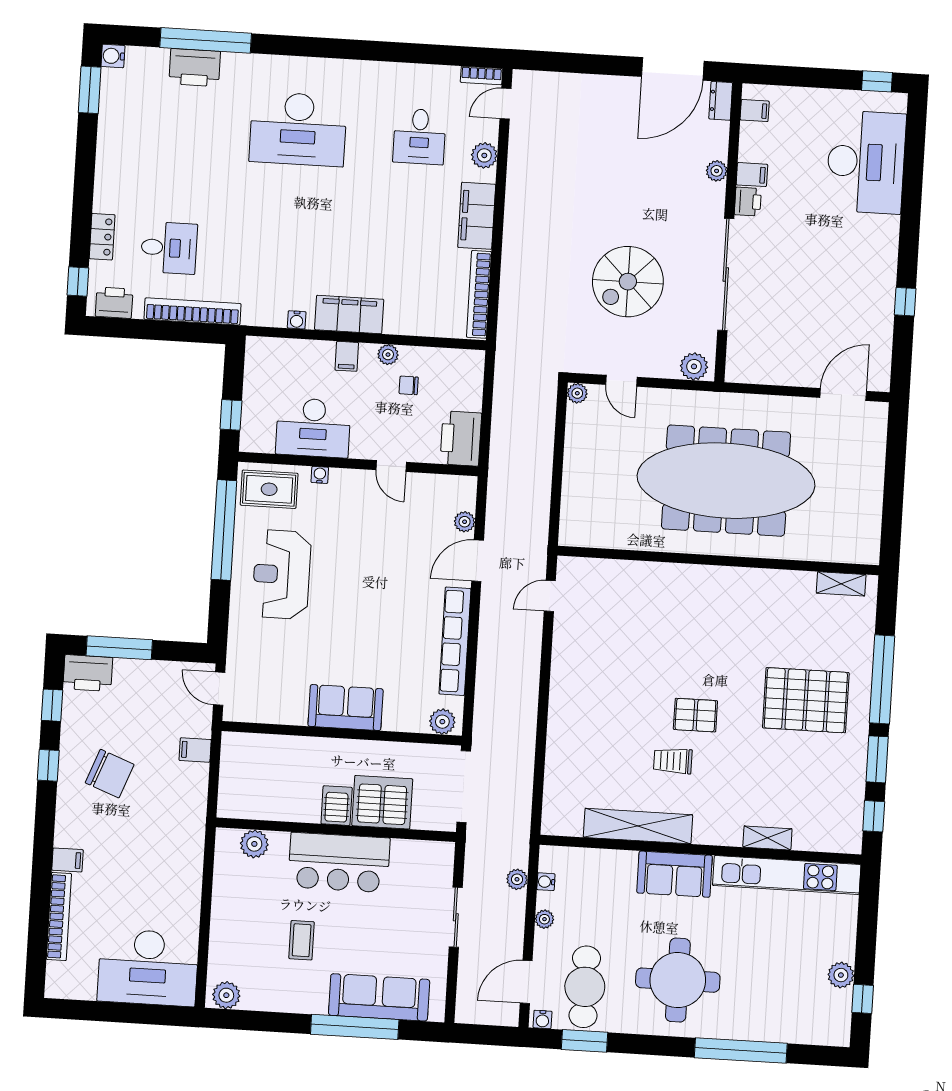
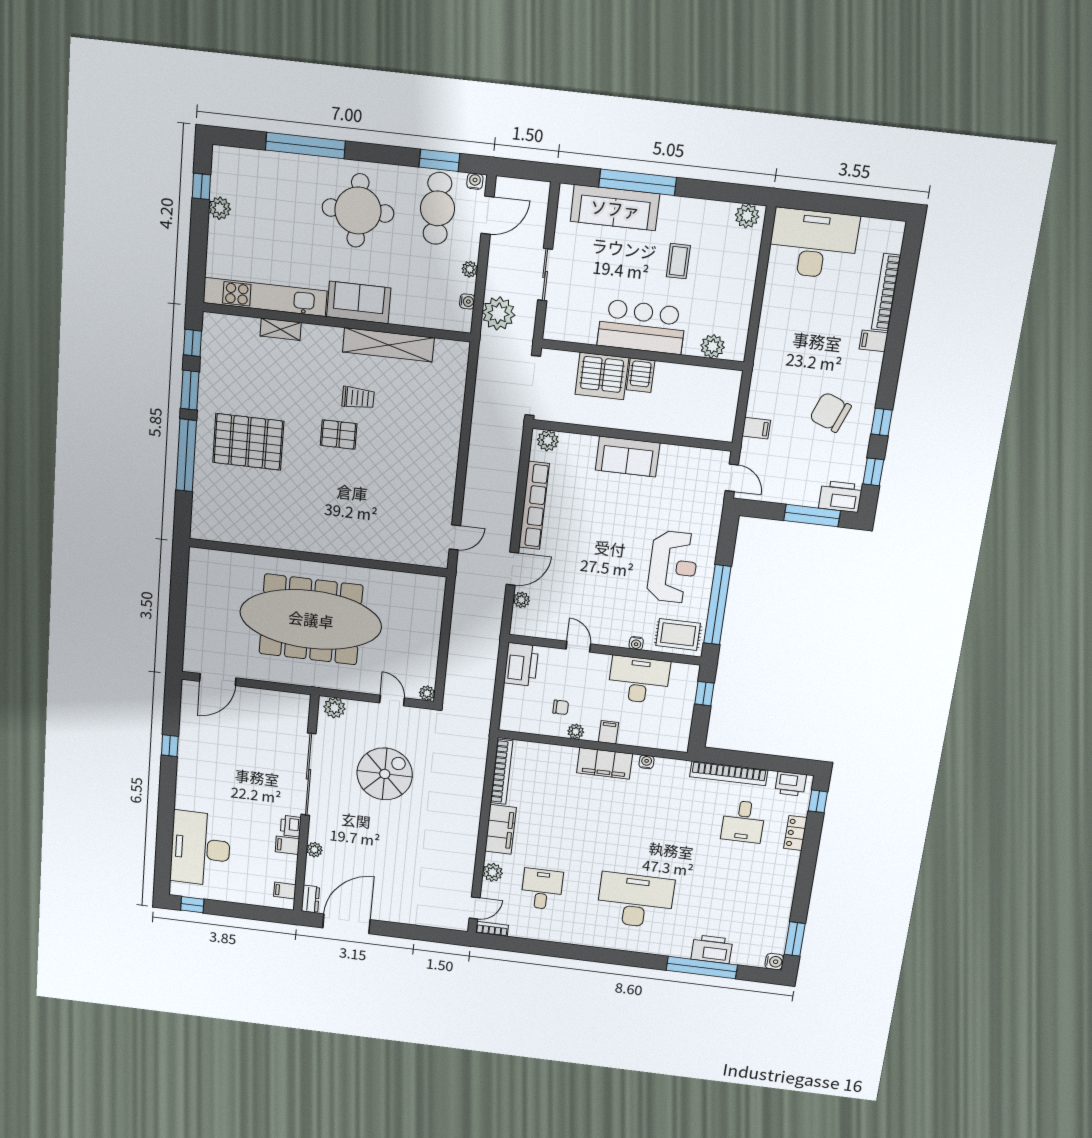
desk: (169, 248) -> (743, 821), turned -90
shelving: (841, 584) -> (219, 534), removed
plant: (517, 879) -> (498, 313), width x1.88, depth x1.88

